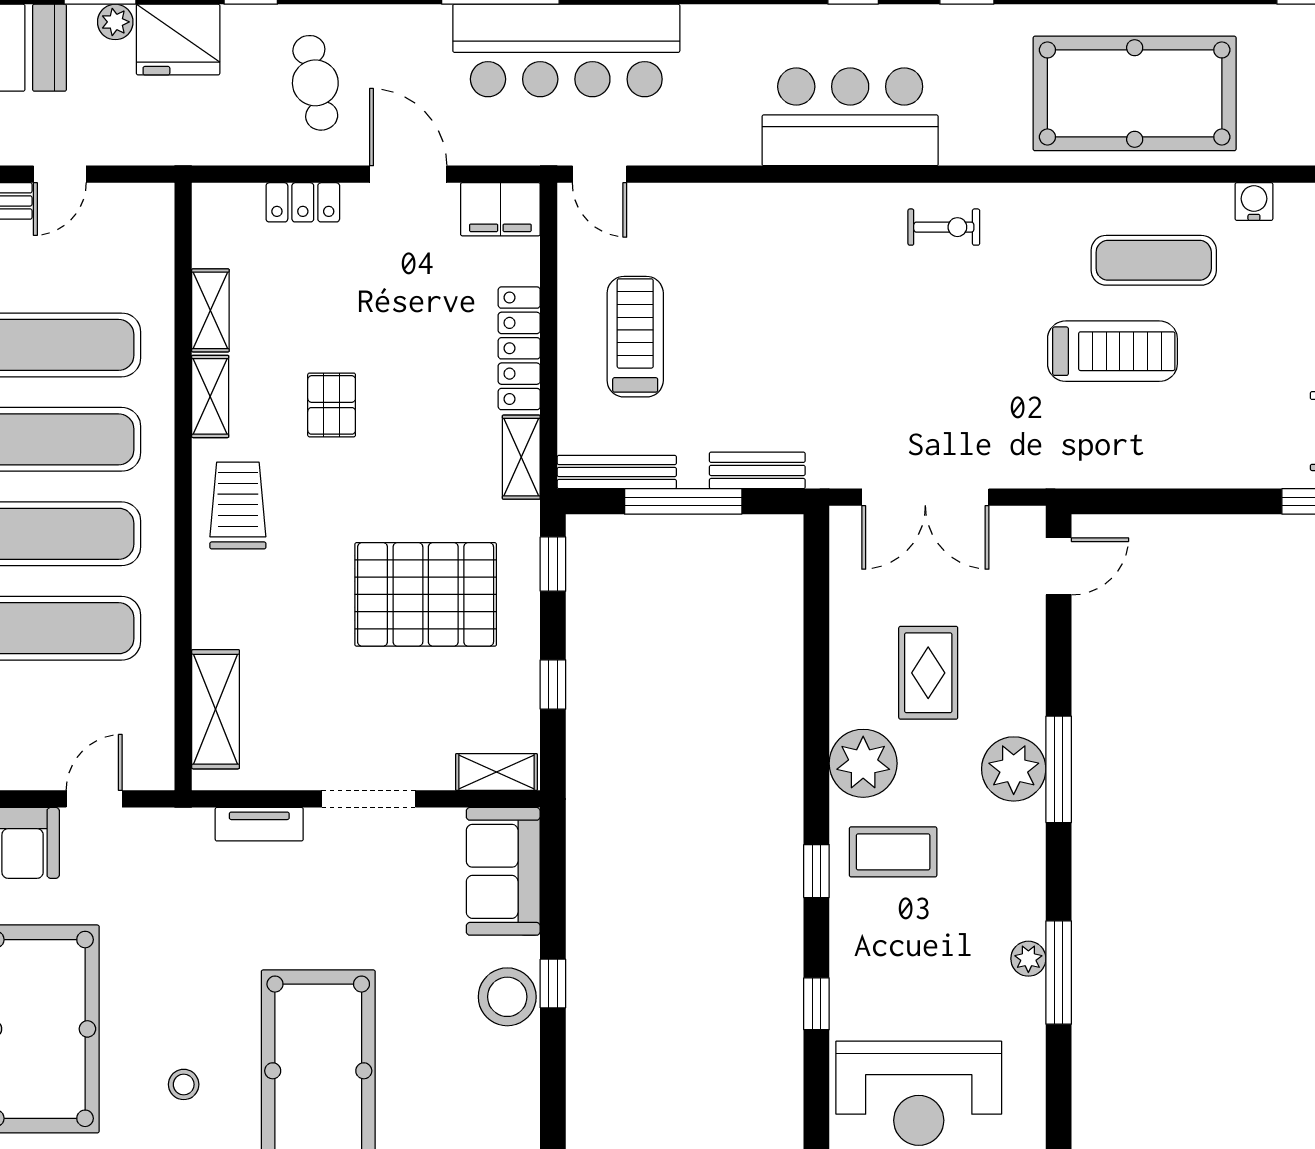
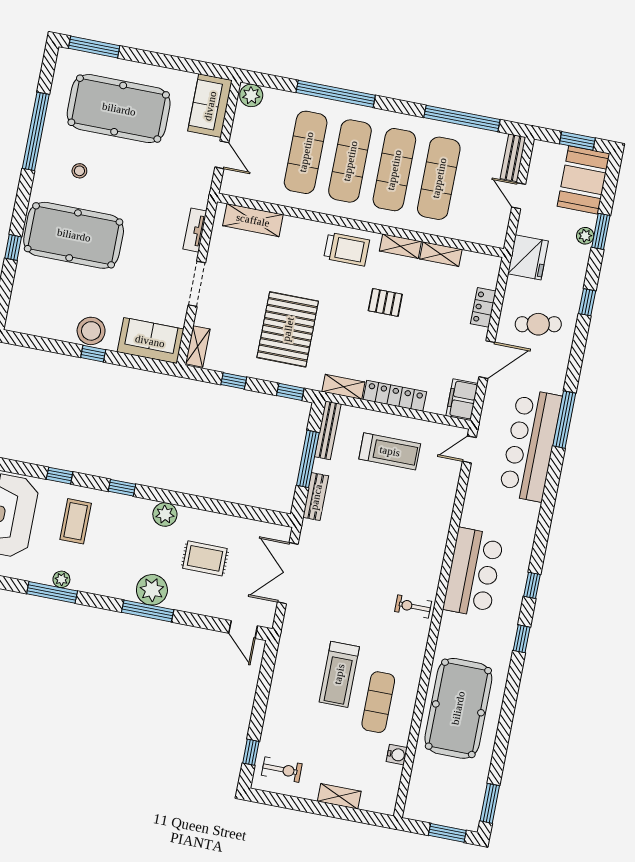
fridge: (178, 40) -> (528, 257), moved, turned 180
exercise bike: (944, 227) -> (413, 606), turned 90
plant: (863, 763) -> (165, 514), width x0.73, depth x0.73
coffee table: (893, 852) -> (76, 521), moved

